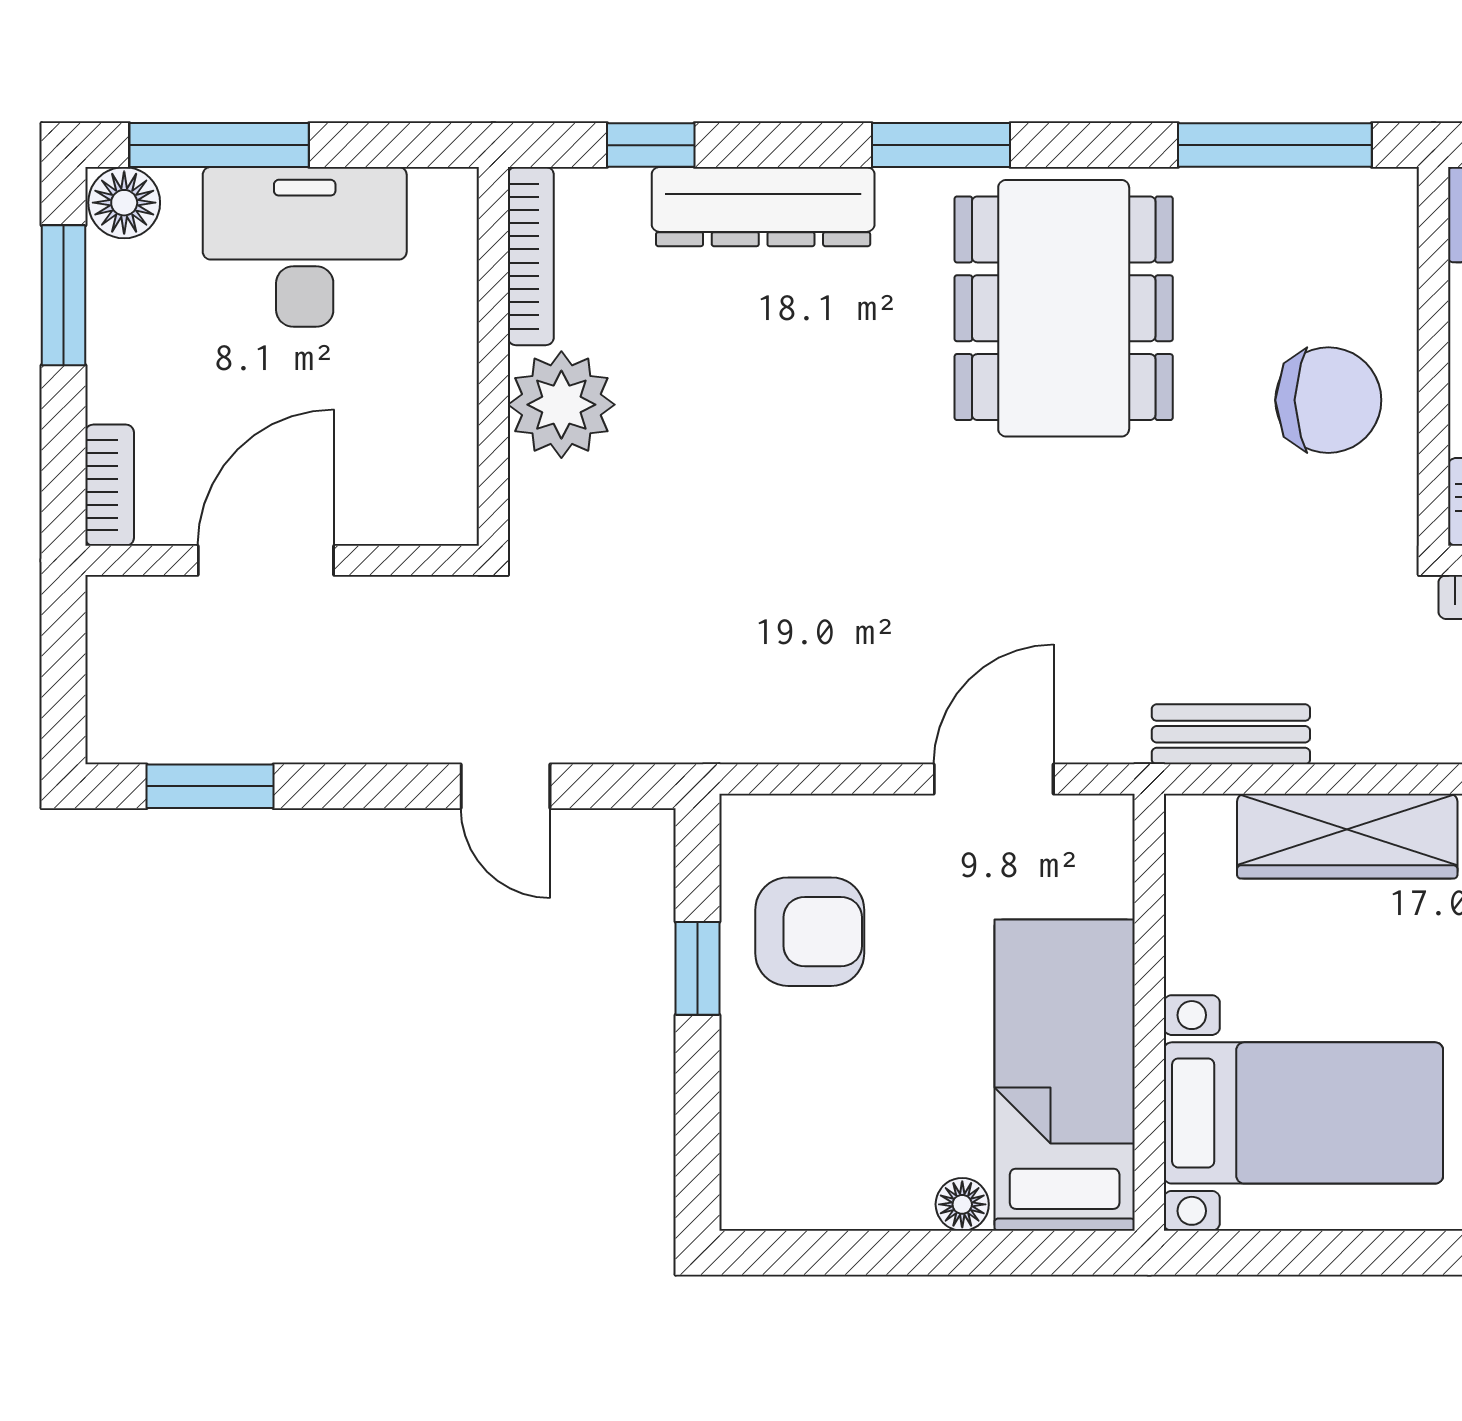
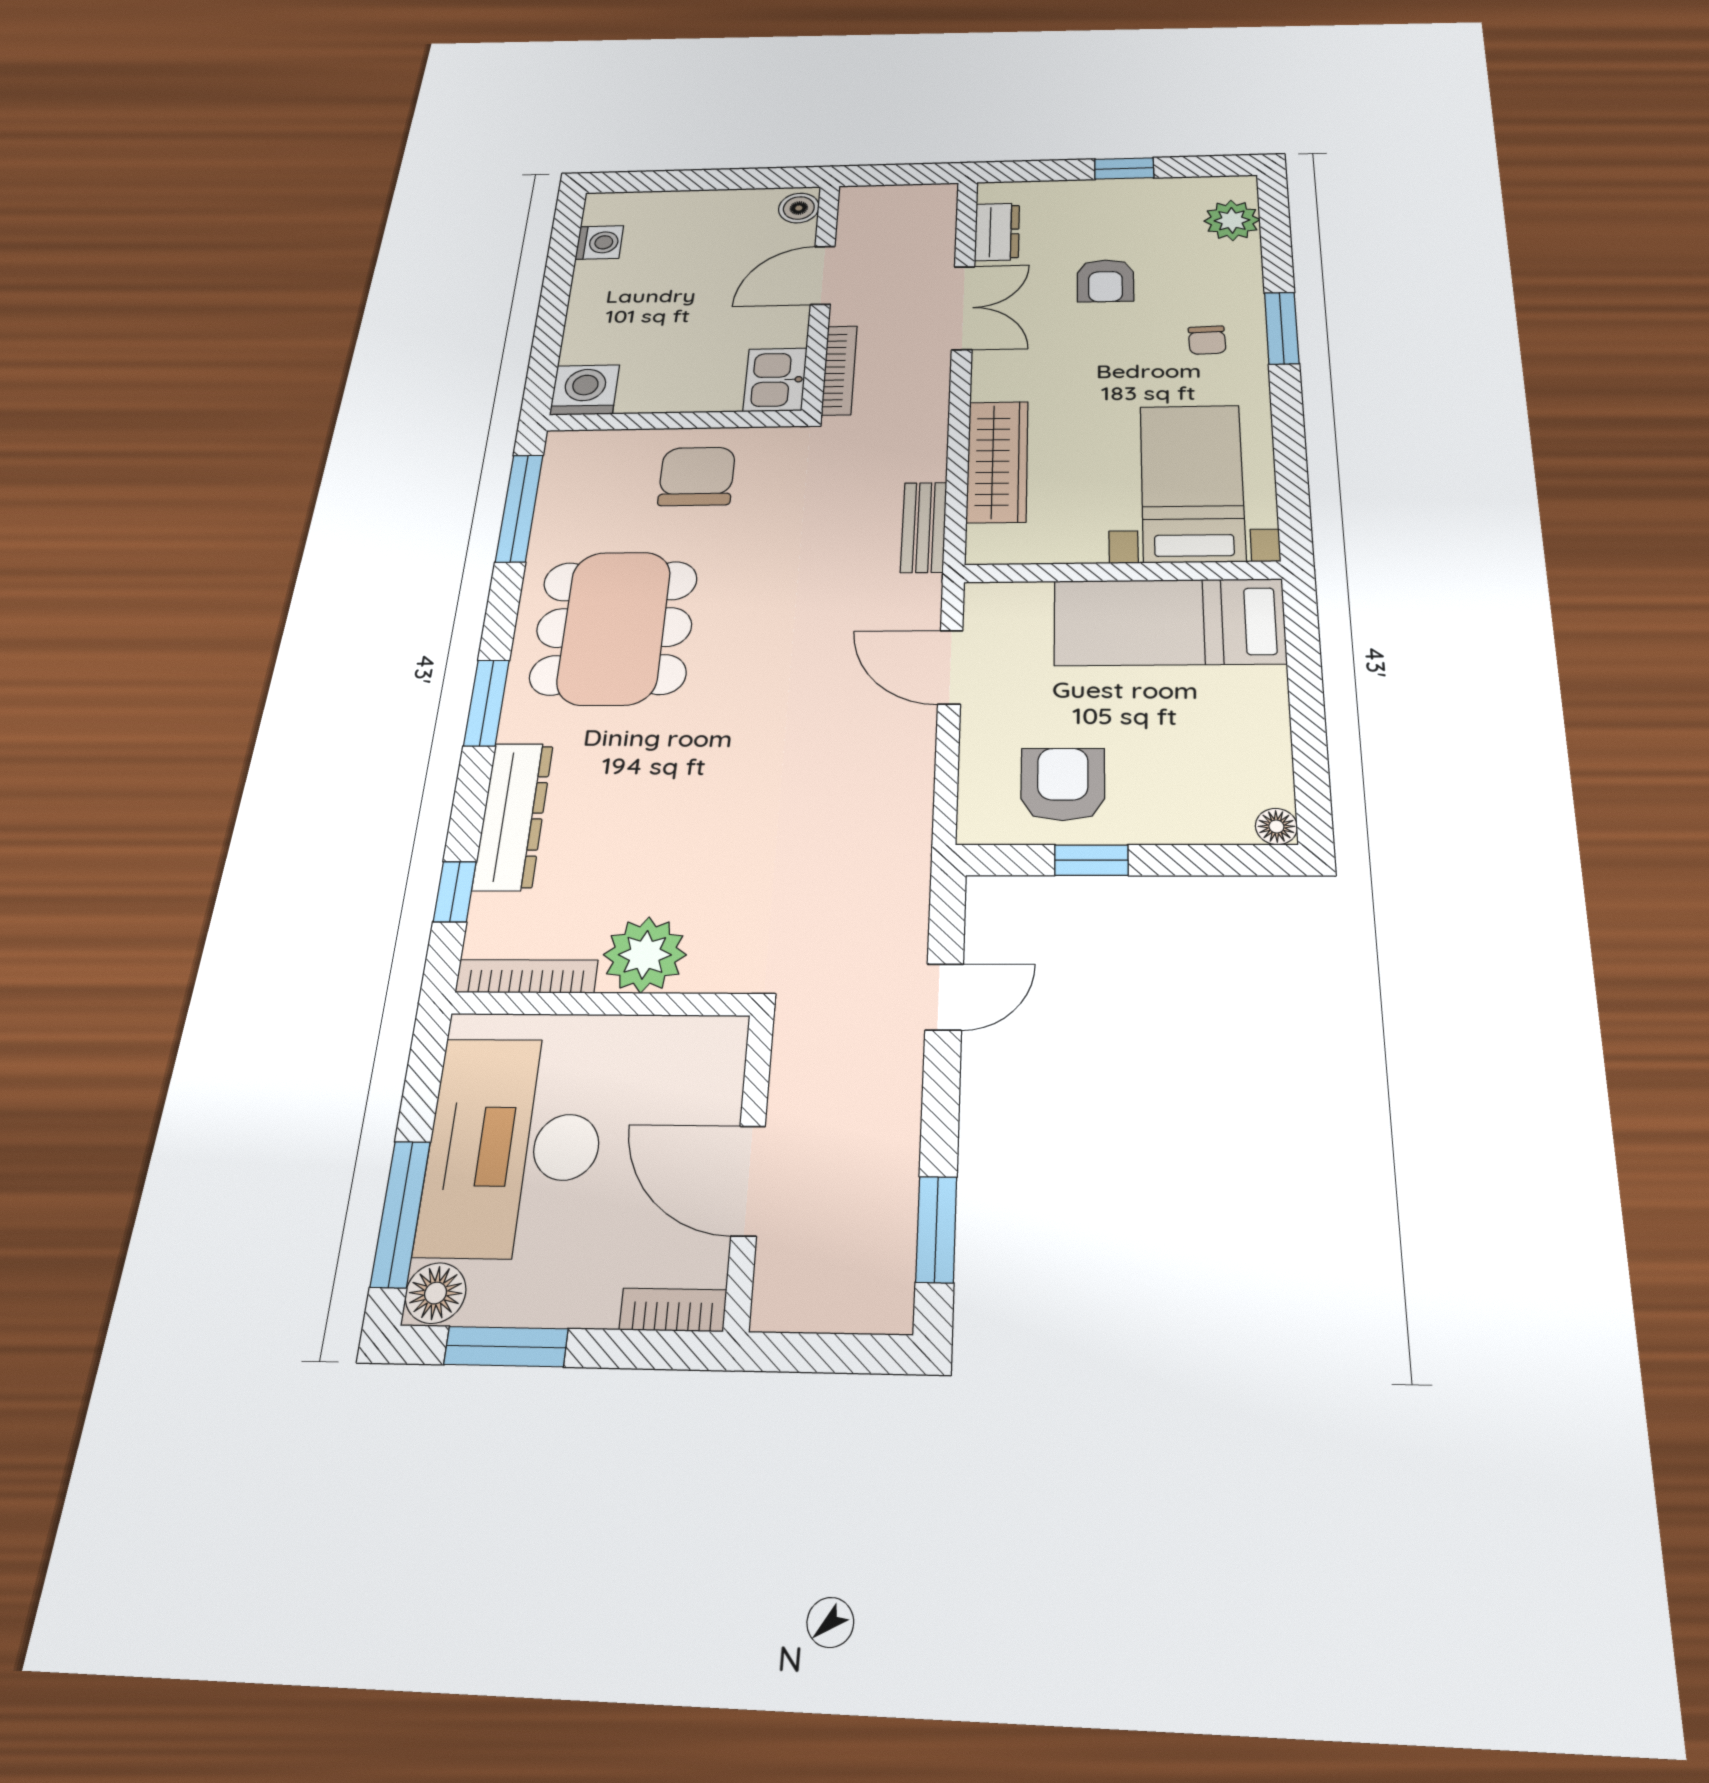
desk: (305, 247) -> (514, 1147), width x1.36, depth x1.30
dining table: (1064, 308) -> (614, 628), turned 90
floor lamp: (962, 1204) -> (1276, 826), moved

